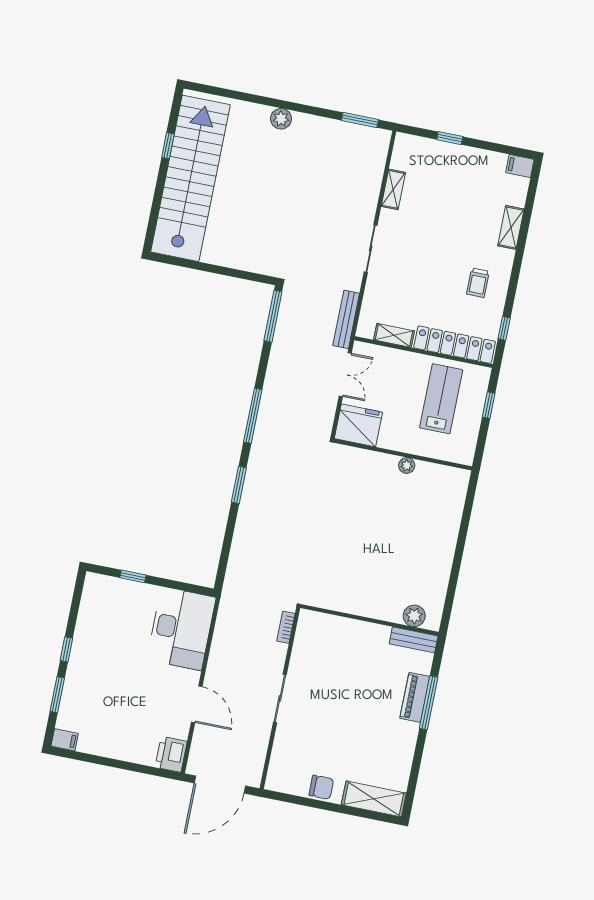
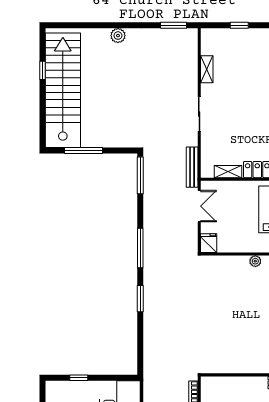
window: (202, 266) -> (83, 150), added
fridge: (358, 425) -> (209, 243), width x0.53, depth x0.75

